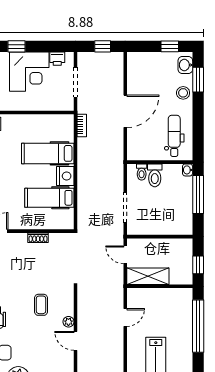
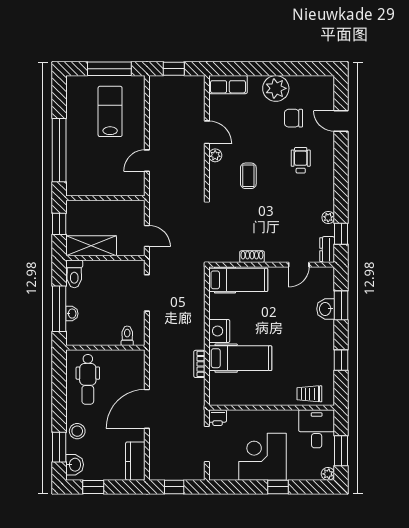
printer: (57, 59) -> (218, 418), moved, turned 180
kitchen counter: (135, 68) -> (135, 461), added
bookcase: (82, 125) -> (199, 364), moved
washbasin: (188, 170) -> (72, 314), moved
toilet: (155, 175) -> (74, 274), moved, turned 180
hospital bed: (49, 198) -> (238, 280), moved
shelving: (148, 276) -> (91, 246), moved

